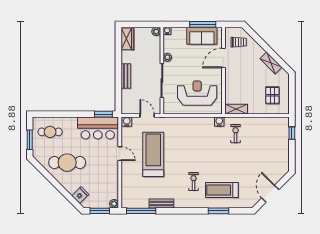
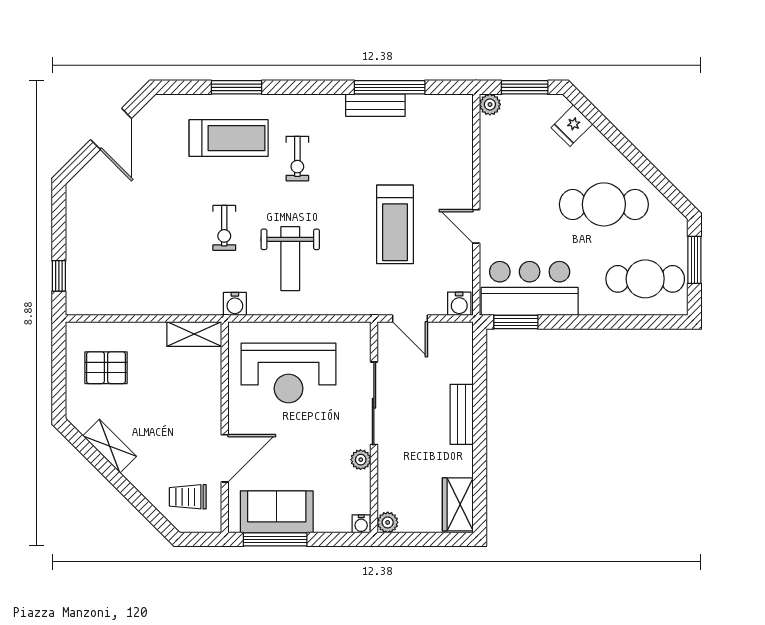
pallet: (272, 95) -> (106, 368), turned 90
cafe table: (50, 132) -> (645, 279), width x1.37, depth x1.35
exercise bike: (236, 134) -> (224, 228), moved
weight bench: (196, 140) -> (290, 259), added
treadmill: (153, 154) -> (395, 224), width x0.73, depth x0.73
window: (141, 211) -> (390, 87), moved

